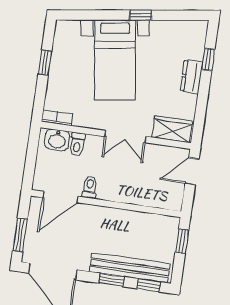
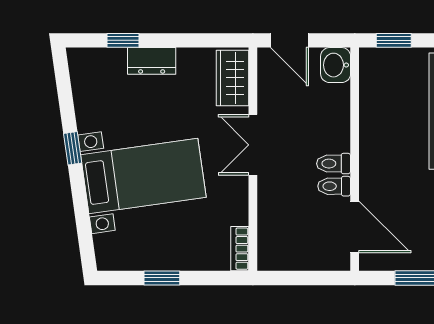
double door: (125, 137) -> (253, 145), swing flipped
washbasin: (57, 140) -> (336, 65), moved, turned 180
toilet: (77, 144) -> (334, 164), moved, turned 180

